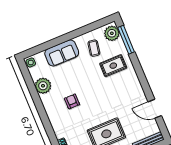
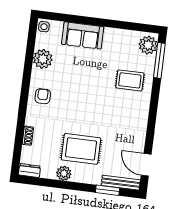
coffee table: (94, 48) -> (120, 50), removed
armchair: (72, 101) -> (43, 96), moved
door: (155, 109) -> (146, 165), moved

